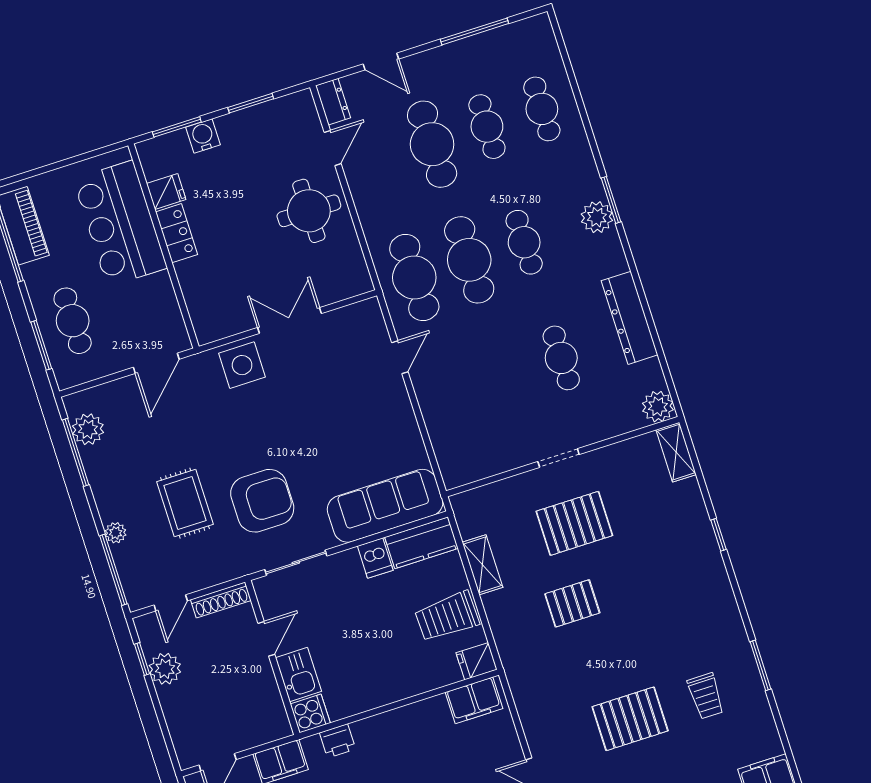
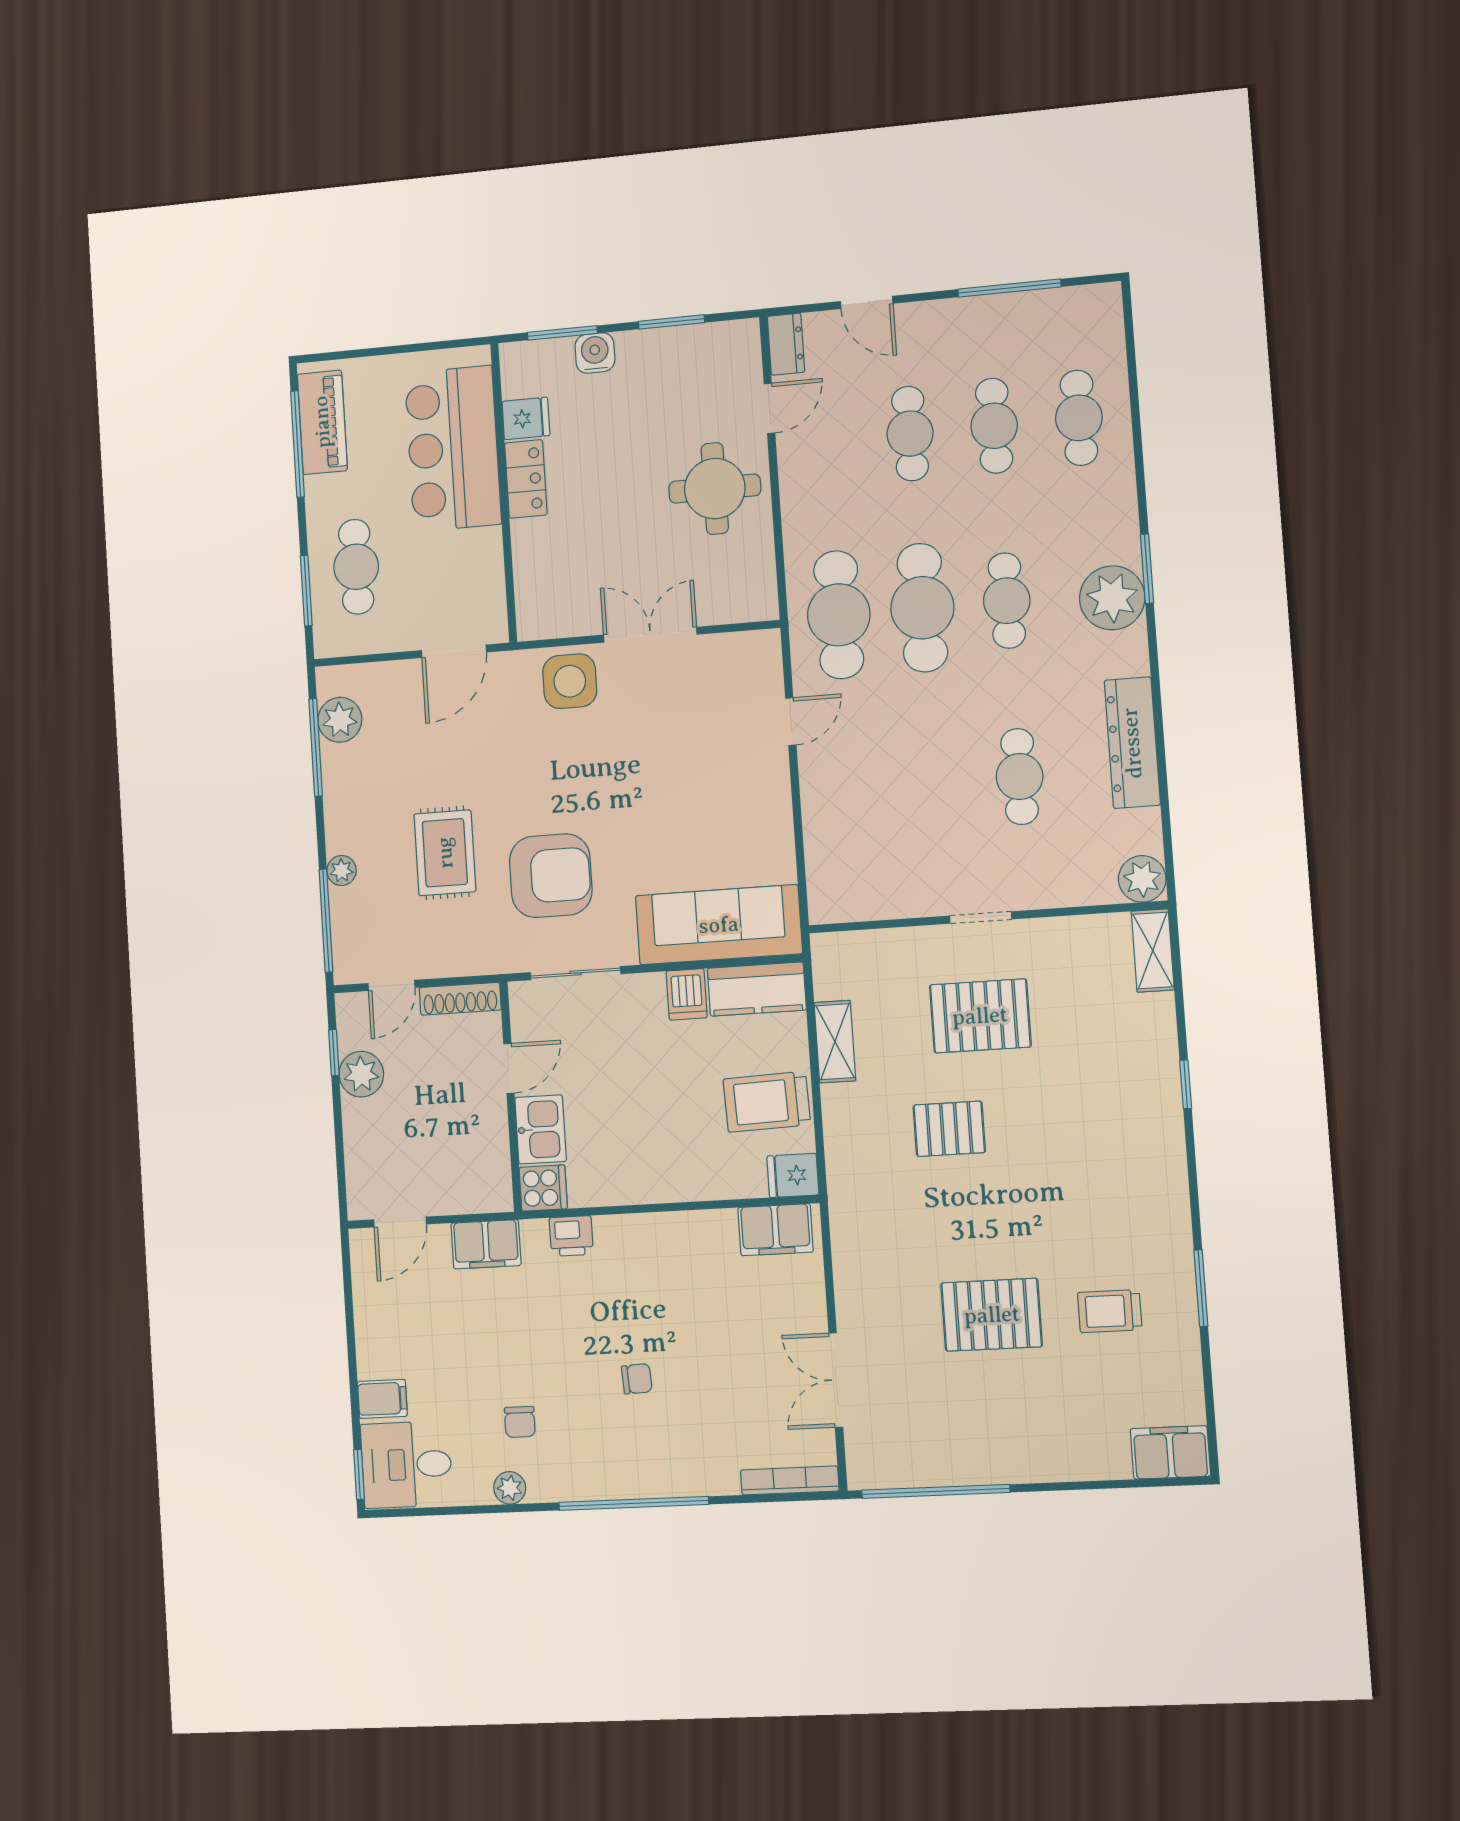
cafe table: (432, 144) -> (910, 434), width x0.73, depth x0.74
plant: (597, 217) -> (1112, 598), width x1.36, depth x1.36
trolley: (706, 696) -> (1110, 1311), turned 90

